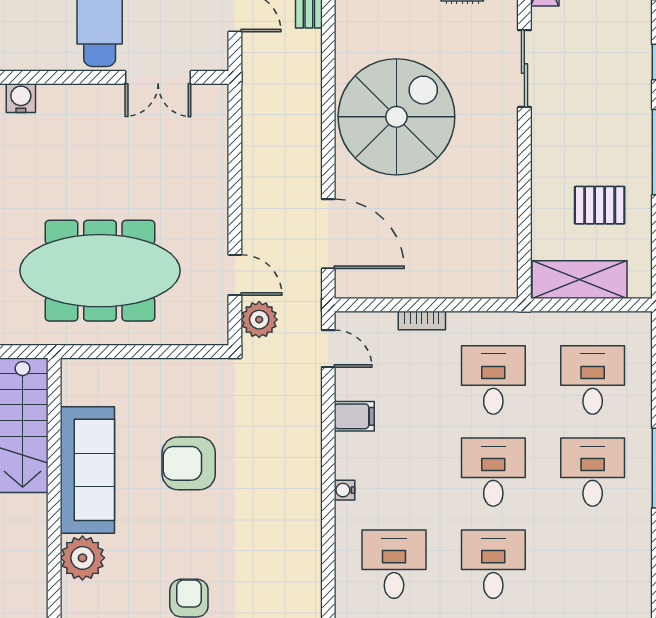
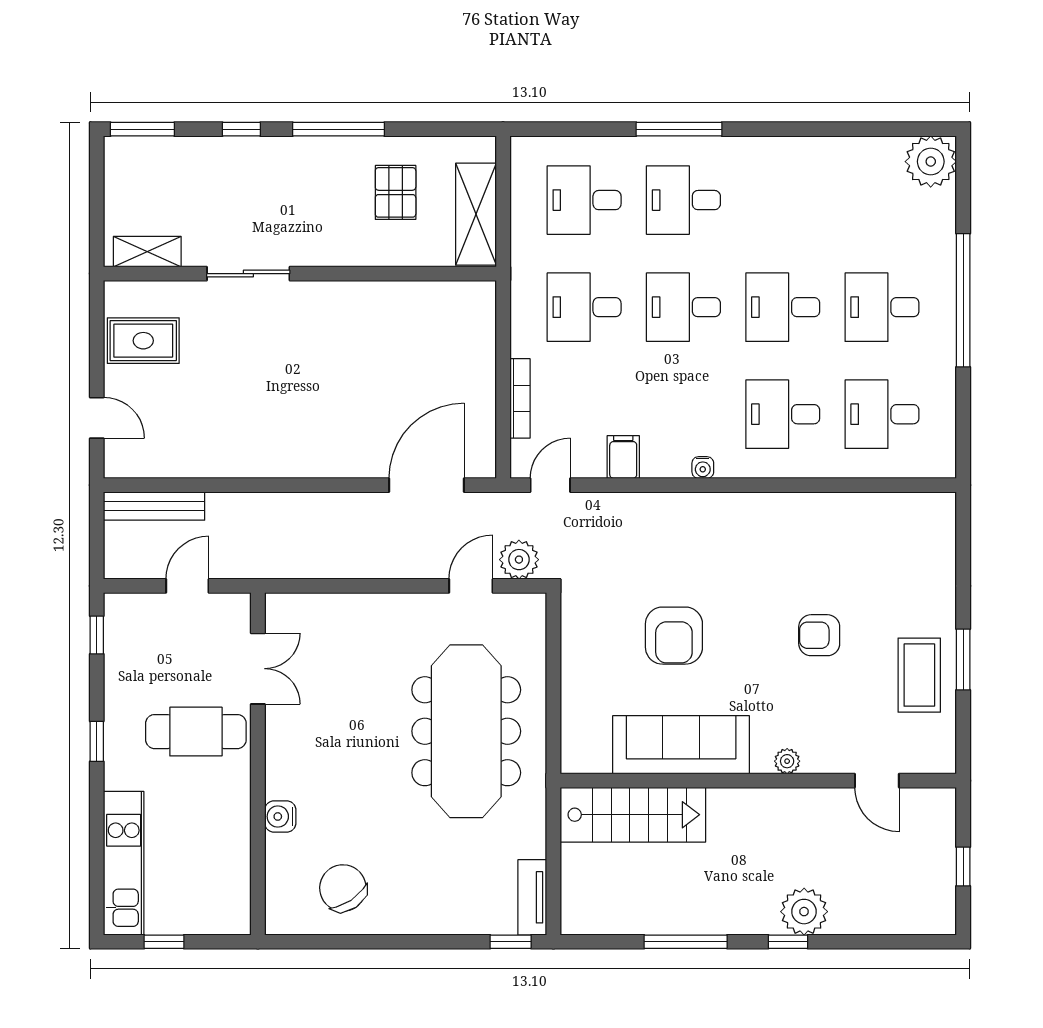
spiral stairs: (396, 117) -> (300, 412), removed
bookcase: (422, 320) -> (520, 398), width x1.56
plant: (82, 558) -> (787, 761), width x0.53, depth x0.53

